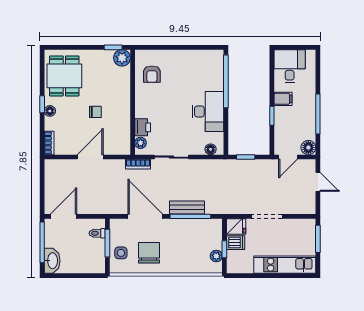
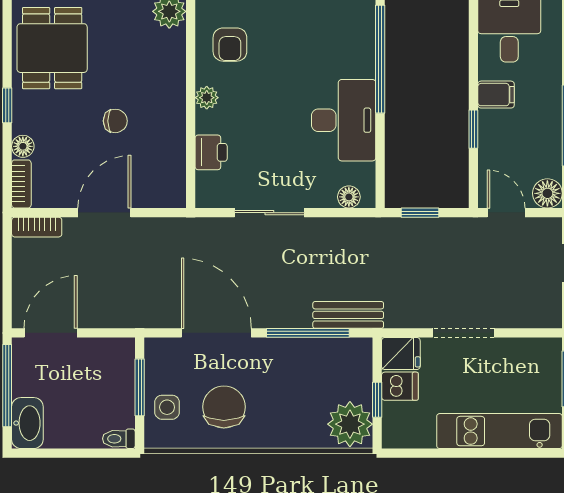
floor lamp: (50, 111) -> (23, 146), moved
plant: (140, 143) -> (207, 98), moved
door: (288, 157) -> (506, 213), swing flipped
bookcase: (138, 164) -> (37, 227), moved
bench: (187, 207) -> (348, 315), moved
toilet: (97, 233) -> (119, 439), moved
plant: (216, 256) -> (350, 424), width x1.87, depth x1.87

